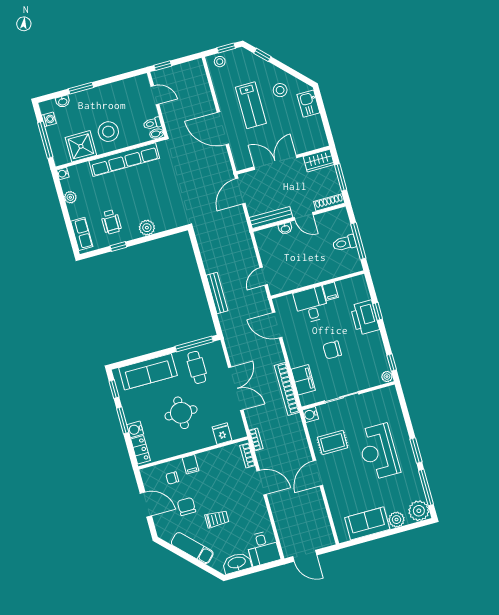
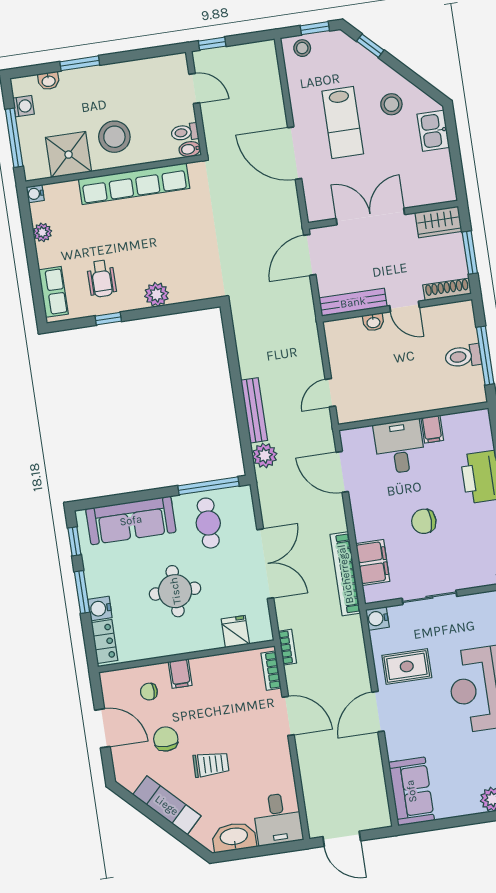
plant: (227, 321) -> (265, 455), added
sofa: (367, 523) -> (411, 791), moved, turned 90

